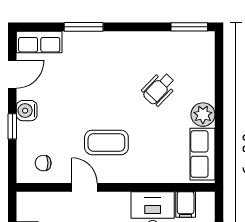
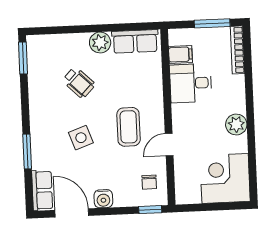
door: (12, 74) -> (72, 213), width x1.38
side table: (97, 88) -> (81, 138), added
window: (12, 126) -> (150, 210), moved

